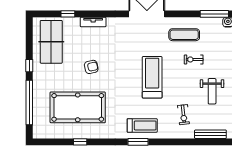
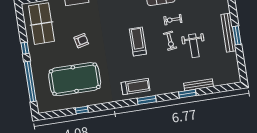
treadmill: (152, 77) -> (138, 42), width x0.73, depth x0.73
exercise bike: (183, 115) -> (170, 41), moved
window: (138, 142) -> (147, 100), moved
window: (197, 142) -> (187, 94), added

